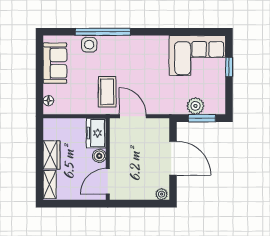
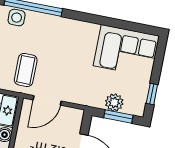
window: (229, 67) -> (152, 94), moved
door: (133, 116) -> (47, 100), swing flipped

